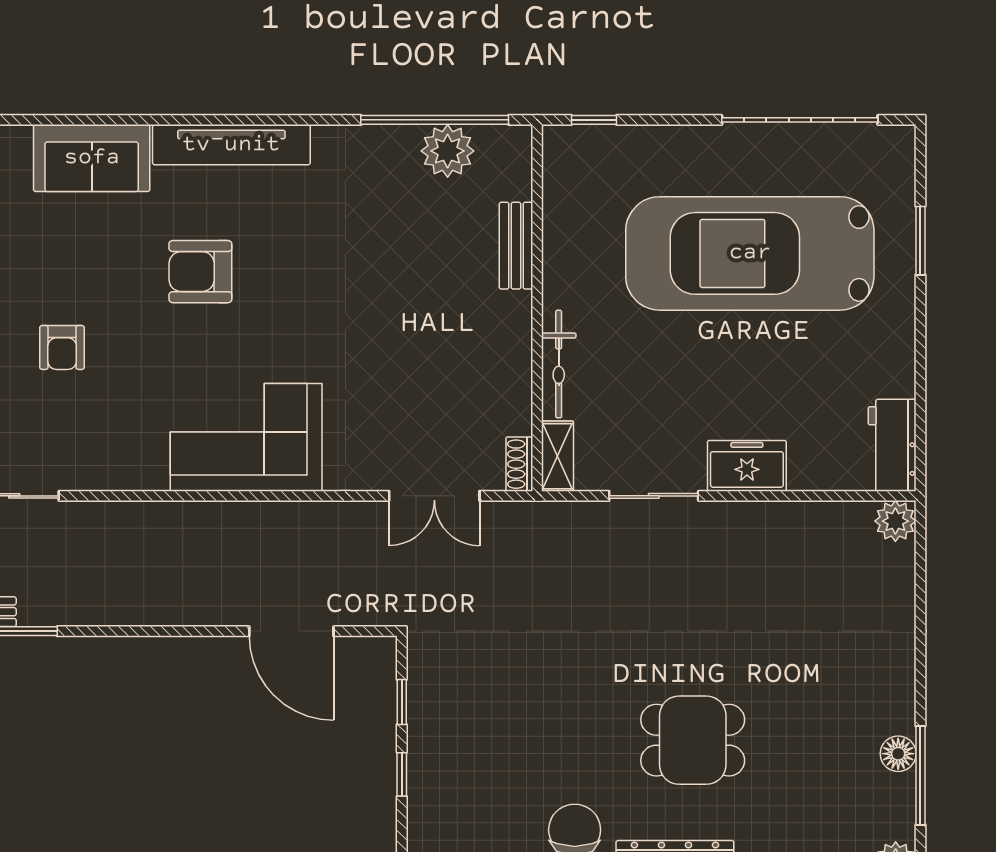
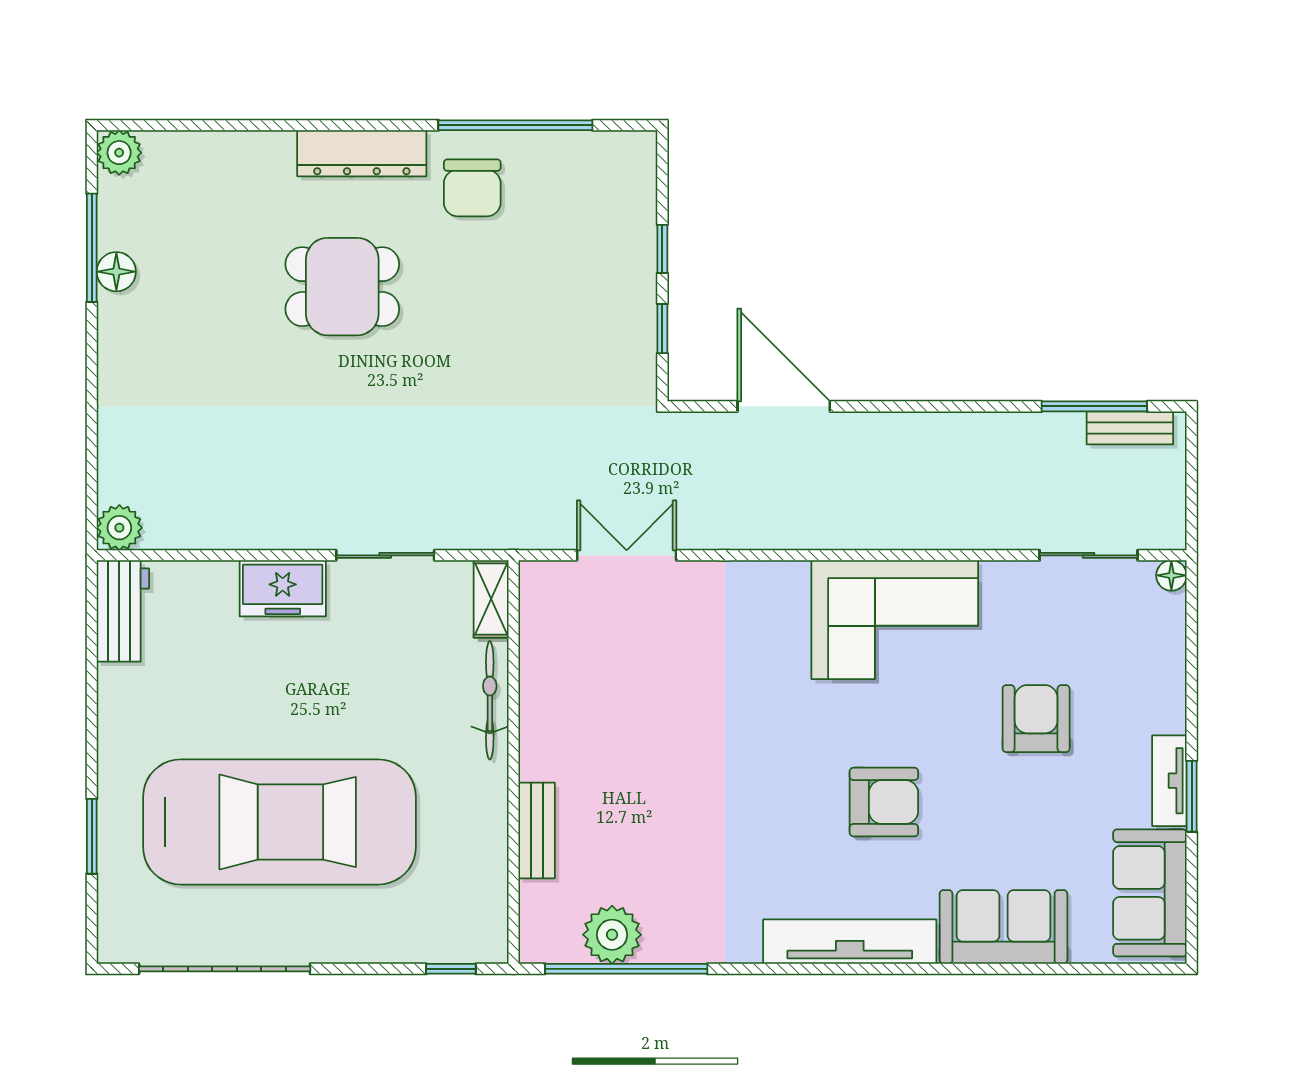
armchair: (62, 347) -> (1036, 719), width x1.38, depth x1.38
corner sofa: (246, 437) -> (895, 620), moved
shoe rack: (519, 464) -> (533, 590), removed

